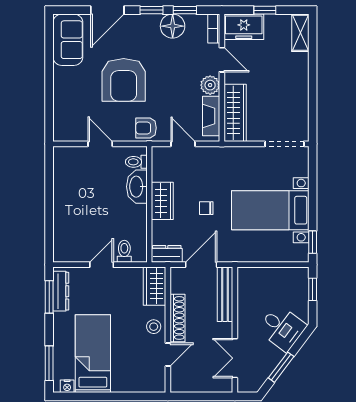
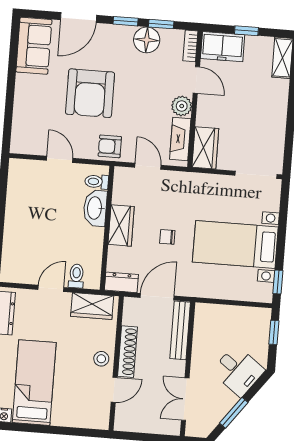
wardrobe: (235, 113) -> (205, 148), width x0.67
wardrobe: (154, 286) -> (92, 306), moved, turned -90

